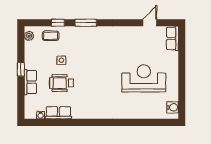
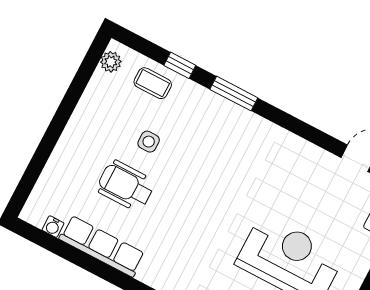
window: (21, 69) -> (61, 118), removed
row of seats: (30, 82) -> (67, 152), removed
row of seats: (58, 113) -> (102, 246), width x1.48

